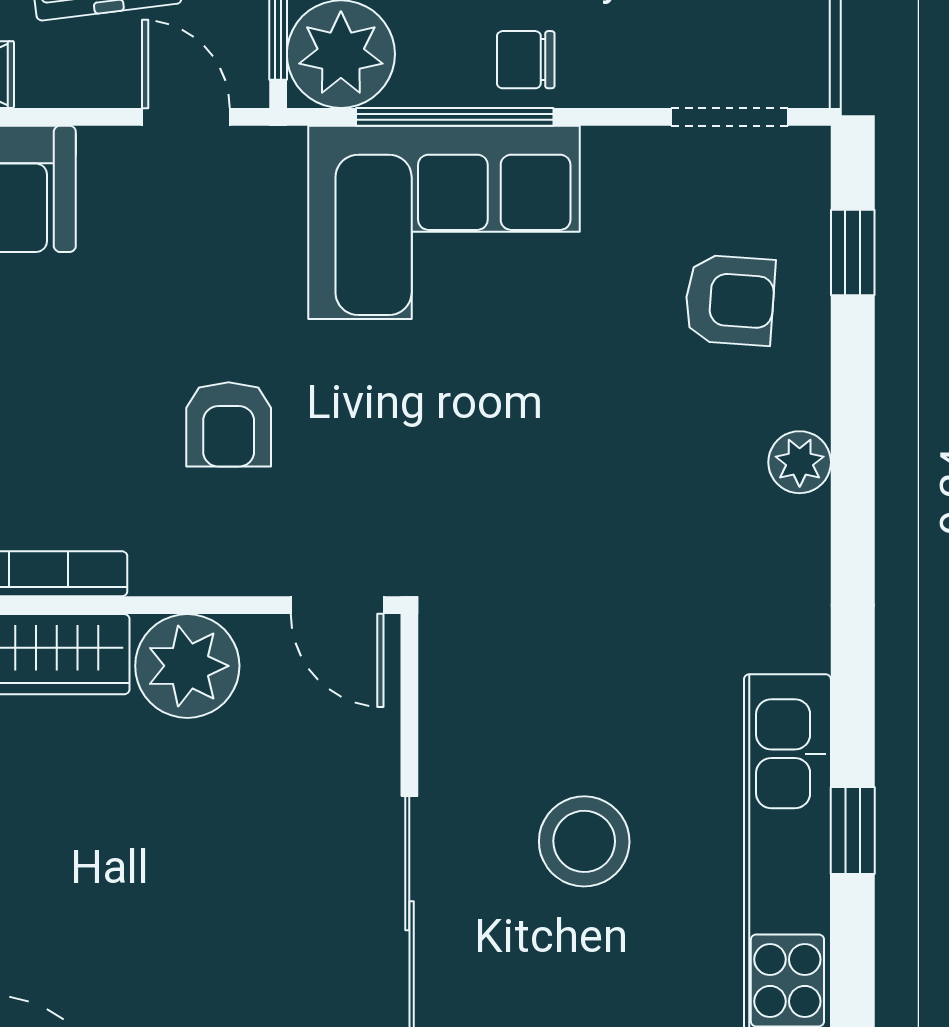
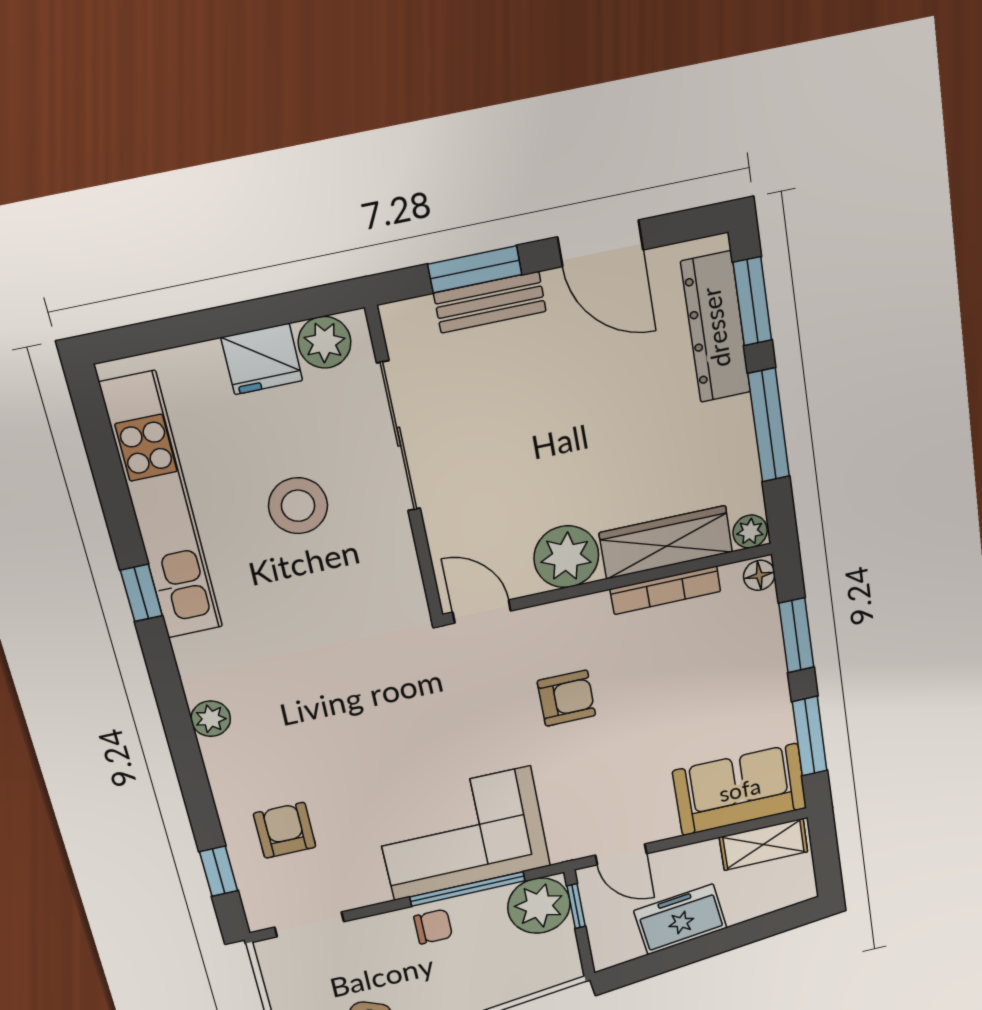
armchair: (730, 300) -> (285, 830), turned 86
armchair: (229, 424) -> (566, 698), turned 90
plant: (800, 462) -> (211, 719), moved
window: (853, 830) -> (141, 593), moved

